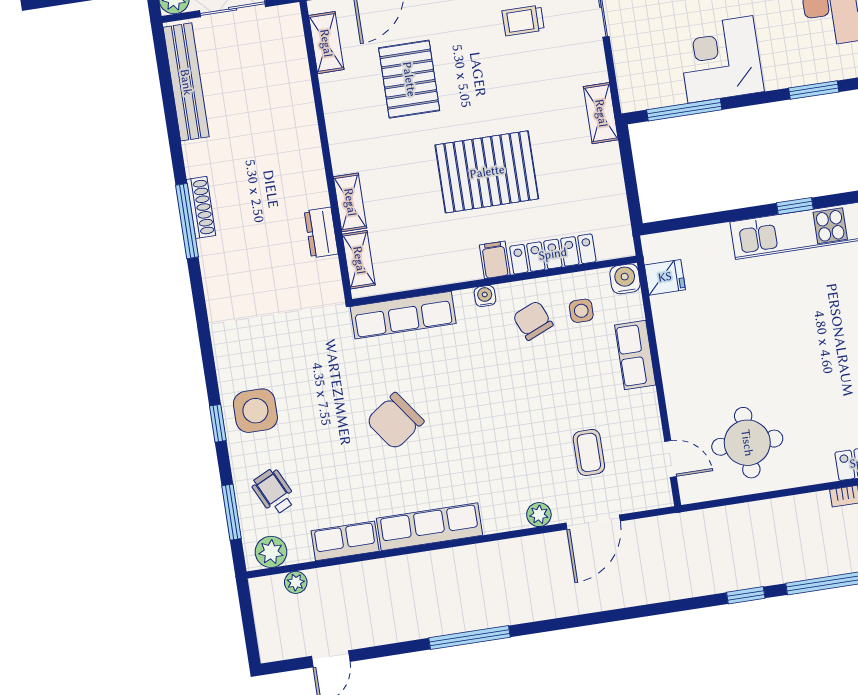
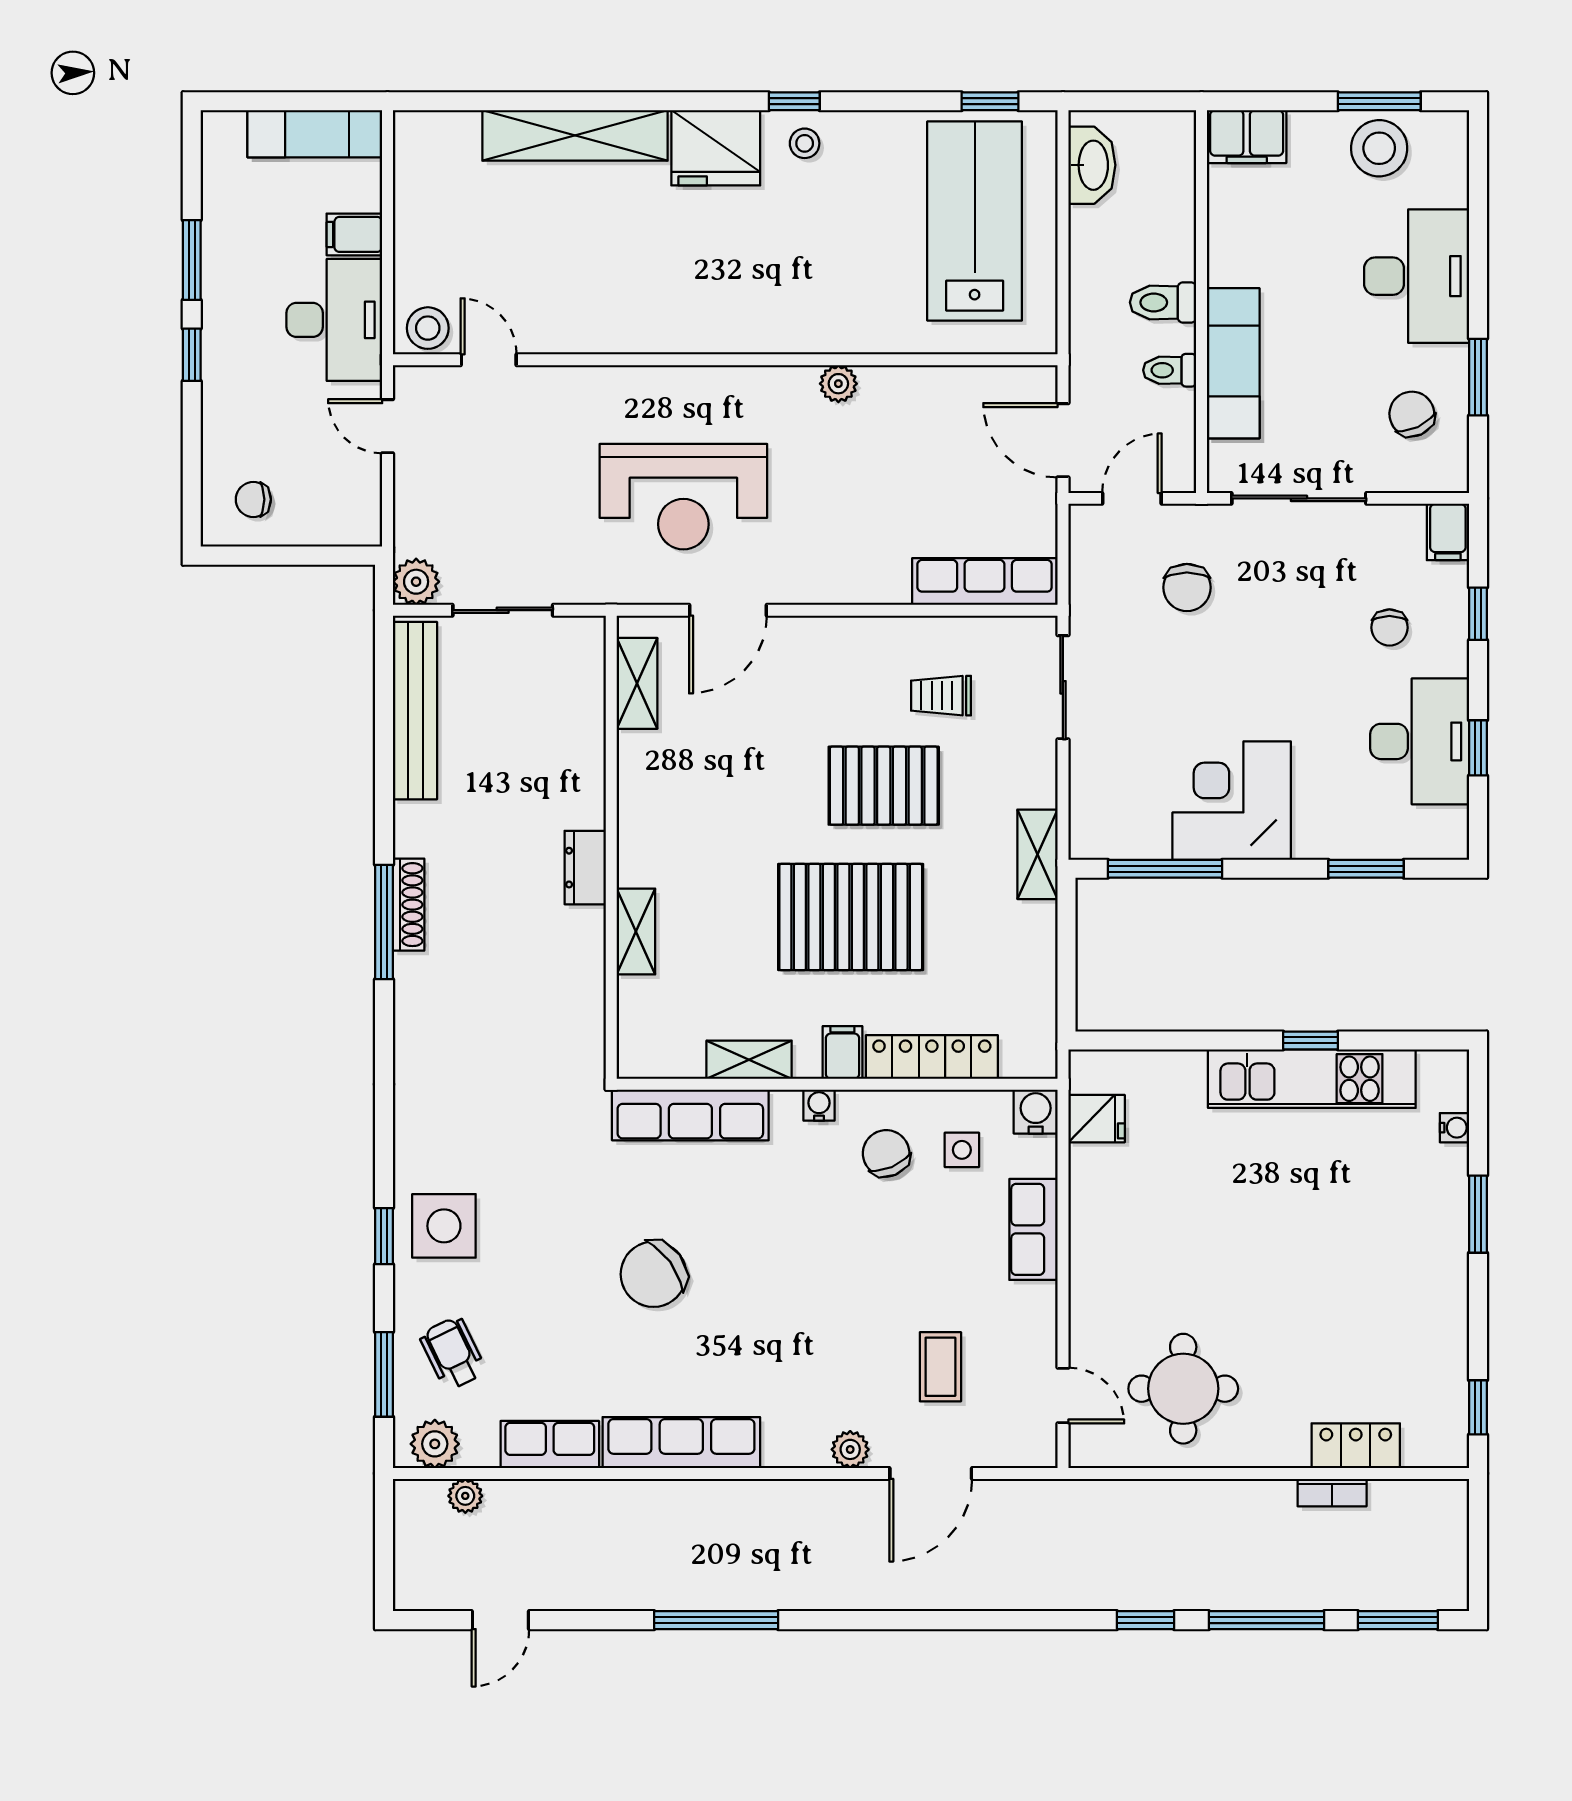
pallet: (409, 79) -> (884, 786), moved, turned 90
dresser: (321, 232) -> (585, 868), moved
shelving: (359, 260) -> (749, 1060), moved, turned 90

